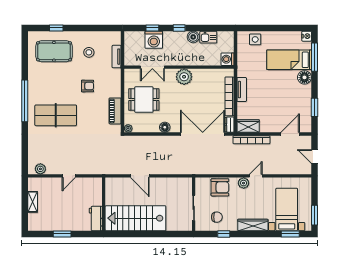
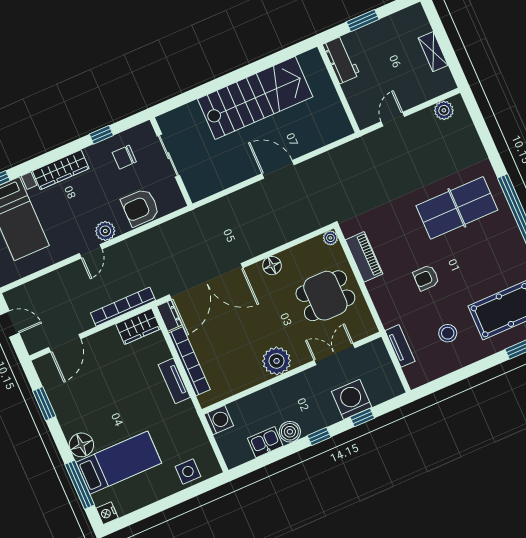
wall: (104, 204) -> (339, 89), moved
workbench: (96, 218) -> (341, 60), moved

